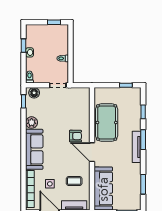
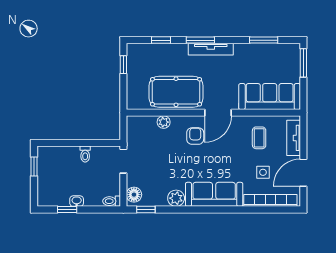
plant: (85, 114) -> (164, 122), added

